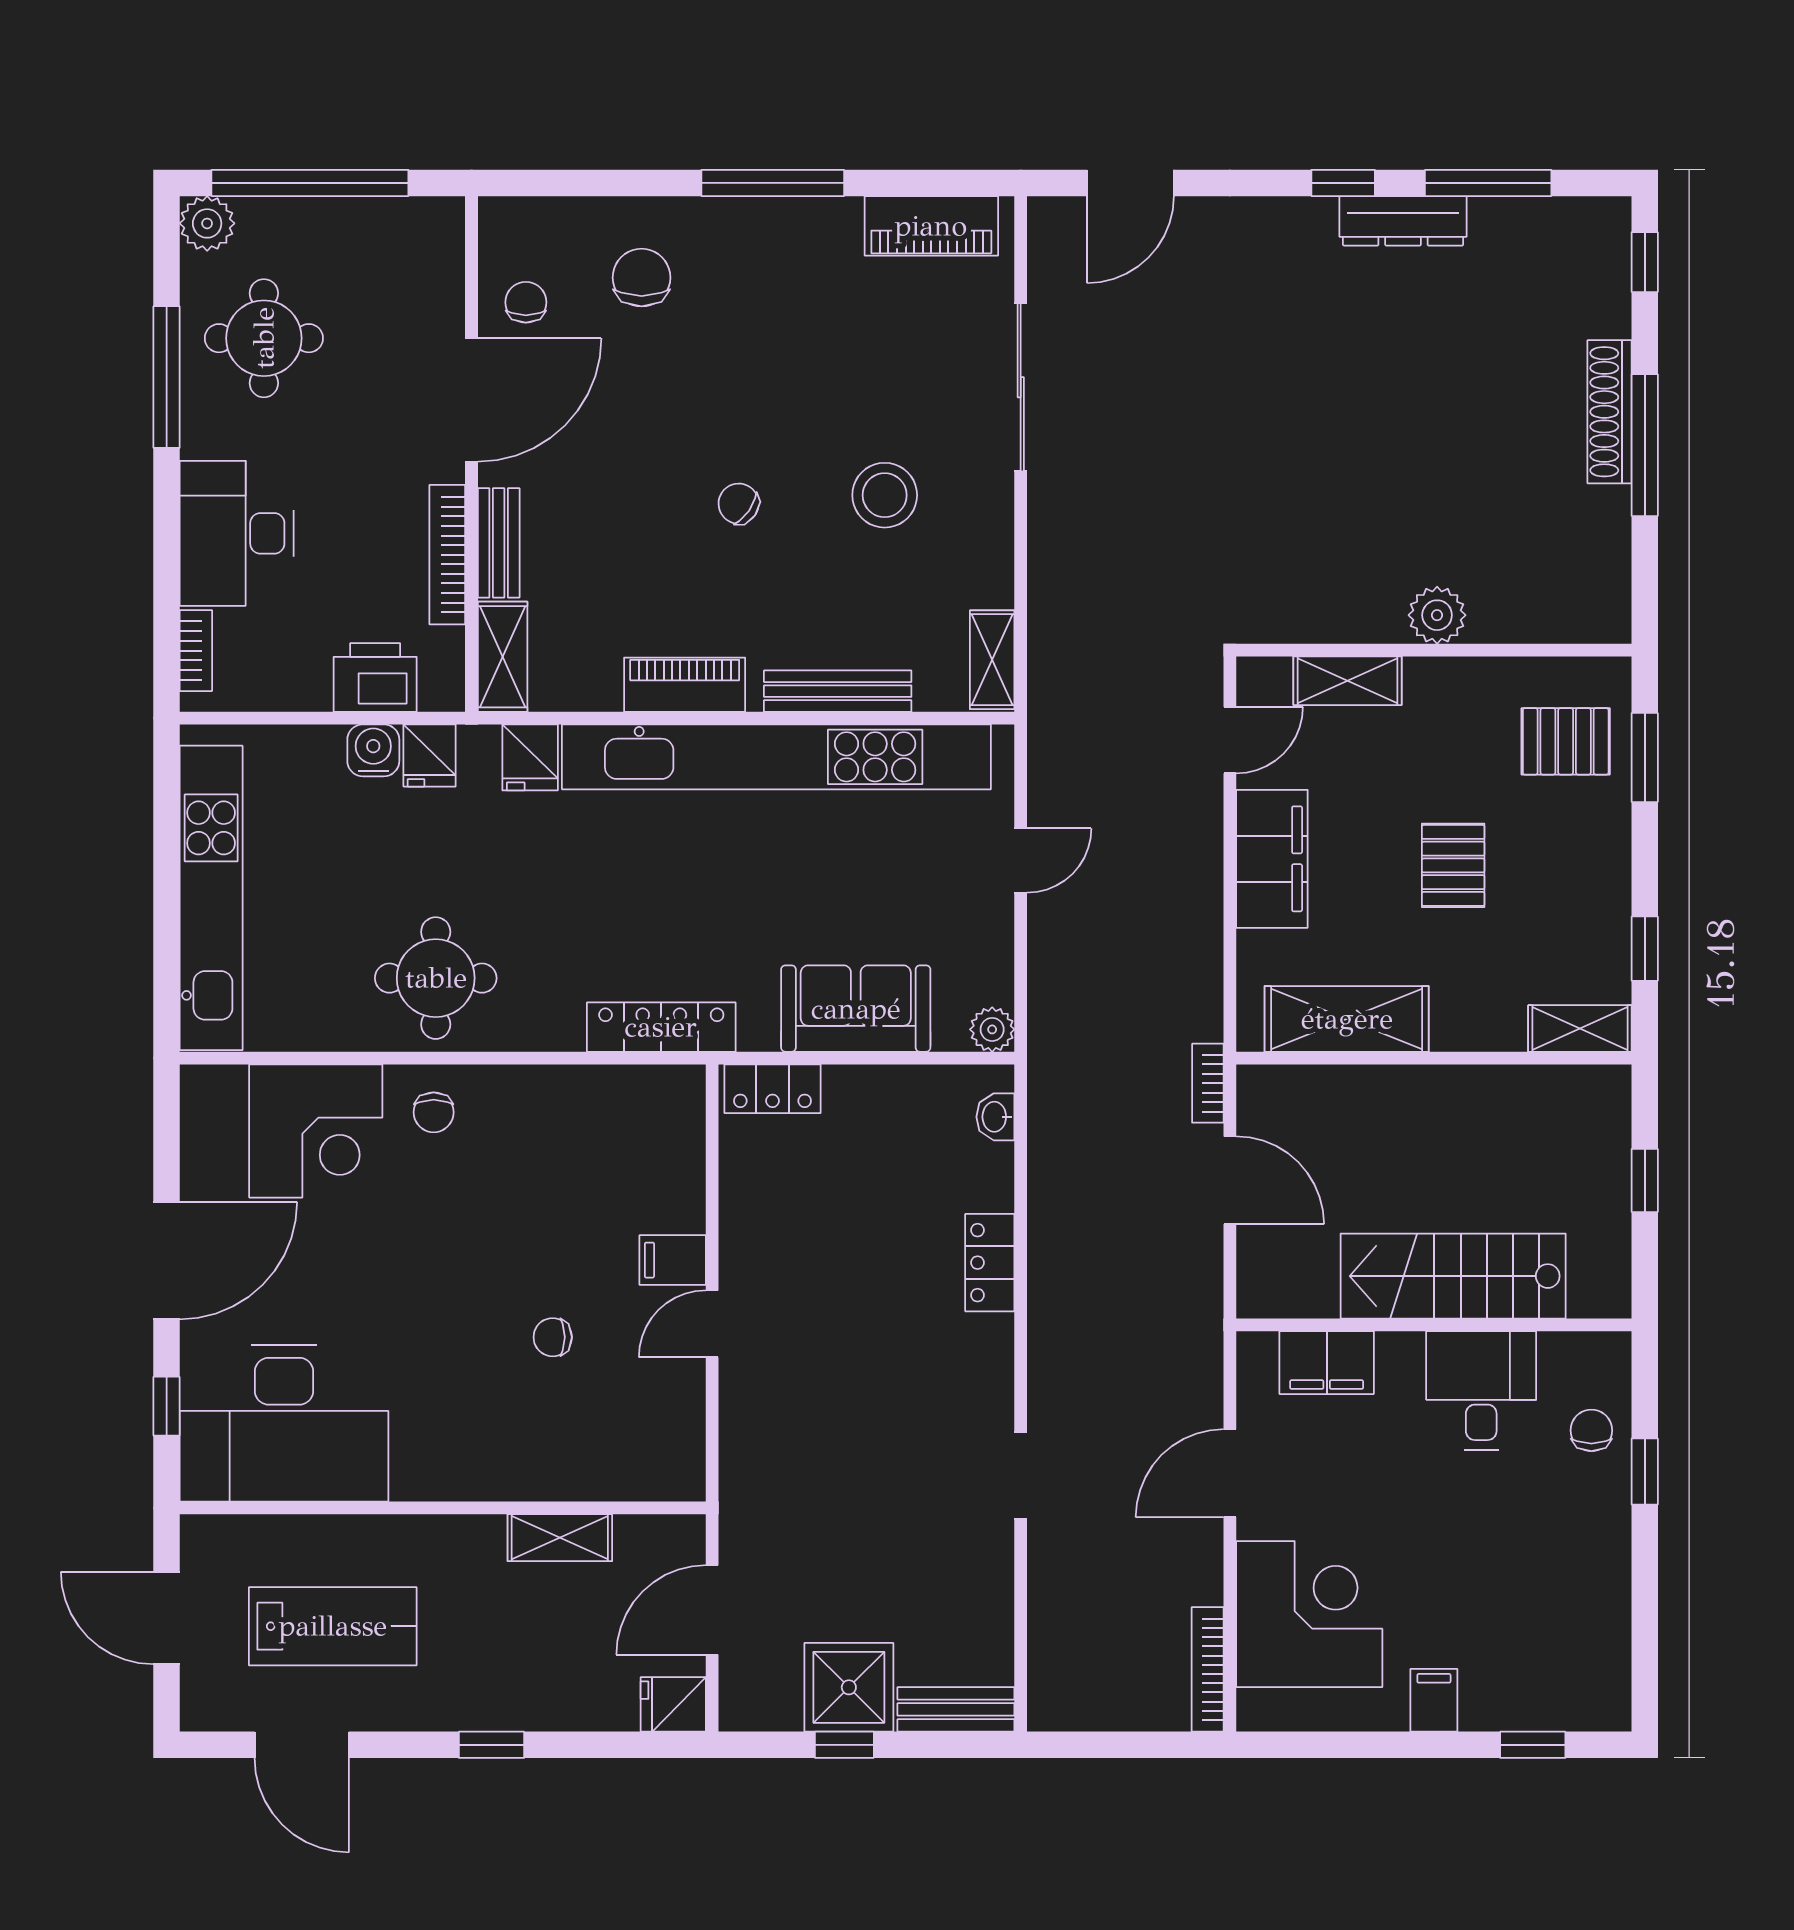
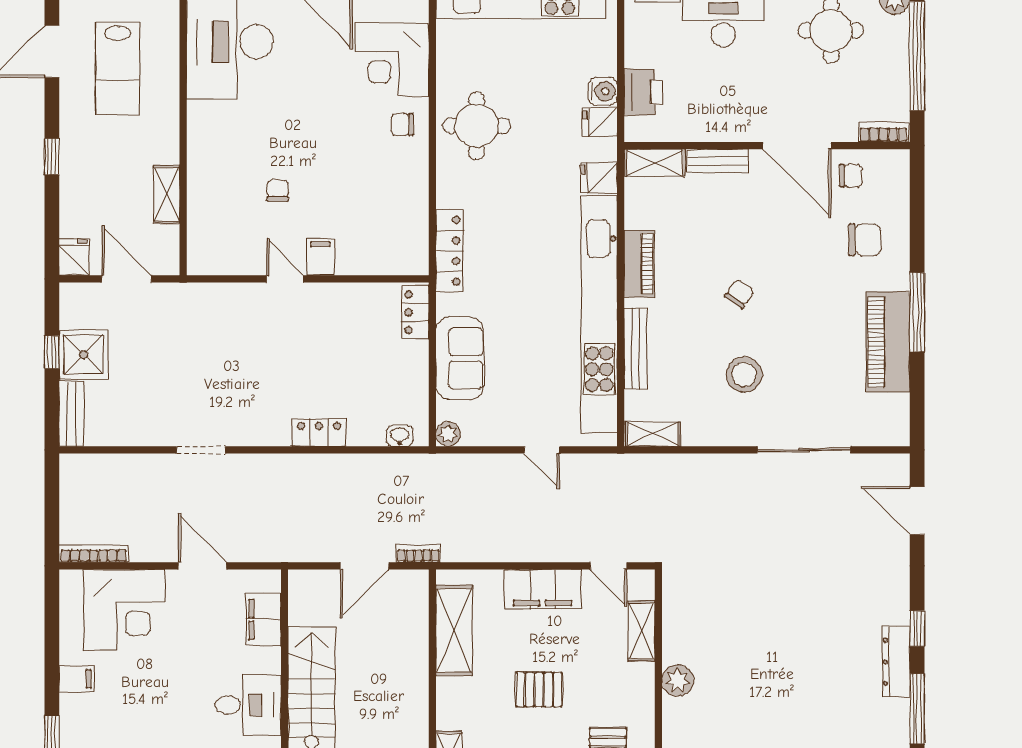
piano: (931, 226) -> (888, 342), moved, width x1.37, depth x1.33
bookcase: (447, 555) -> (884, 132), moved, width x0.64

